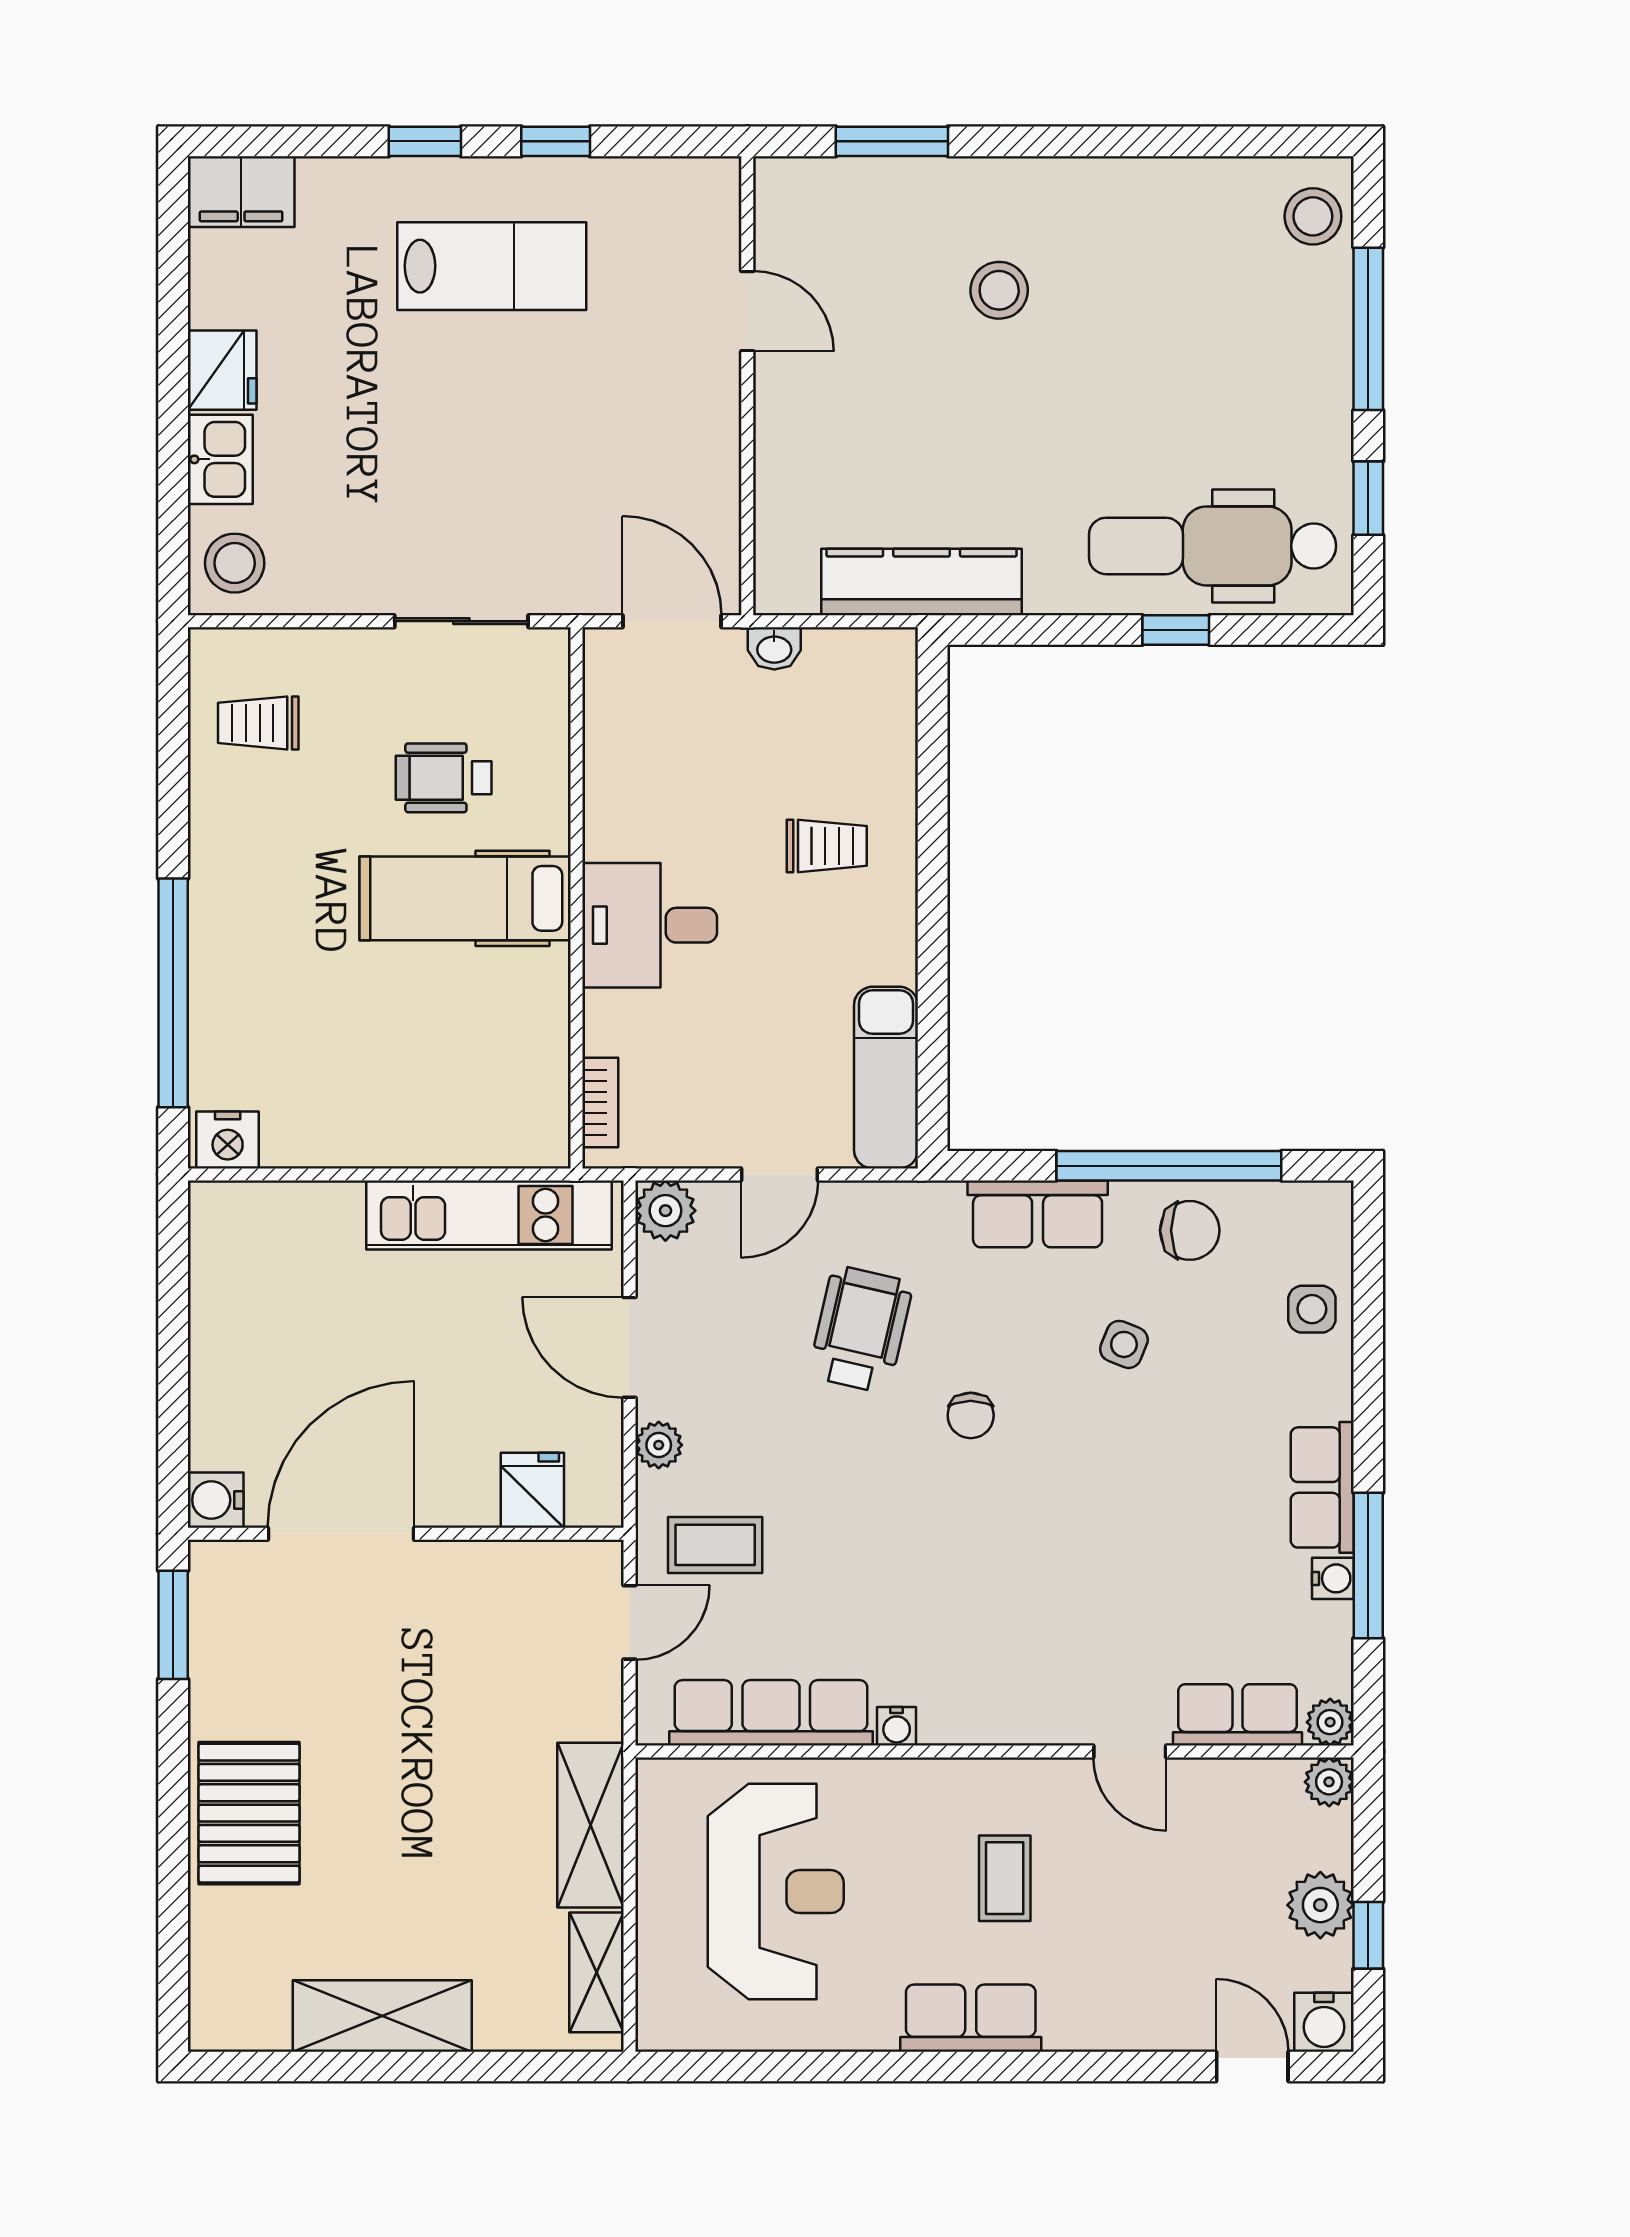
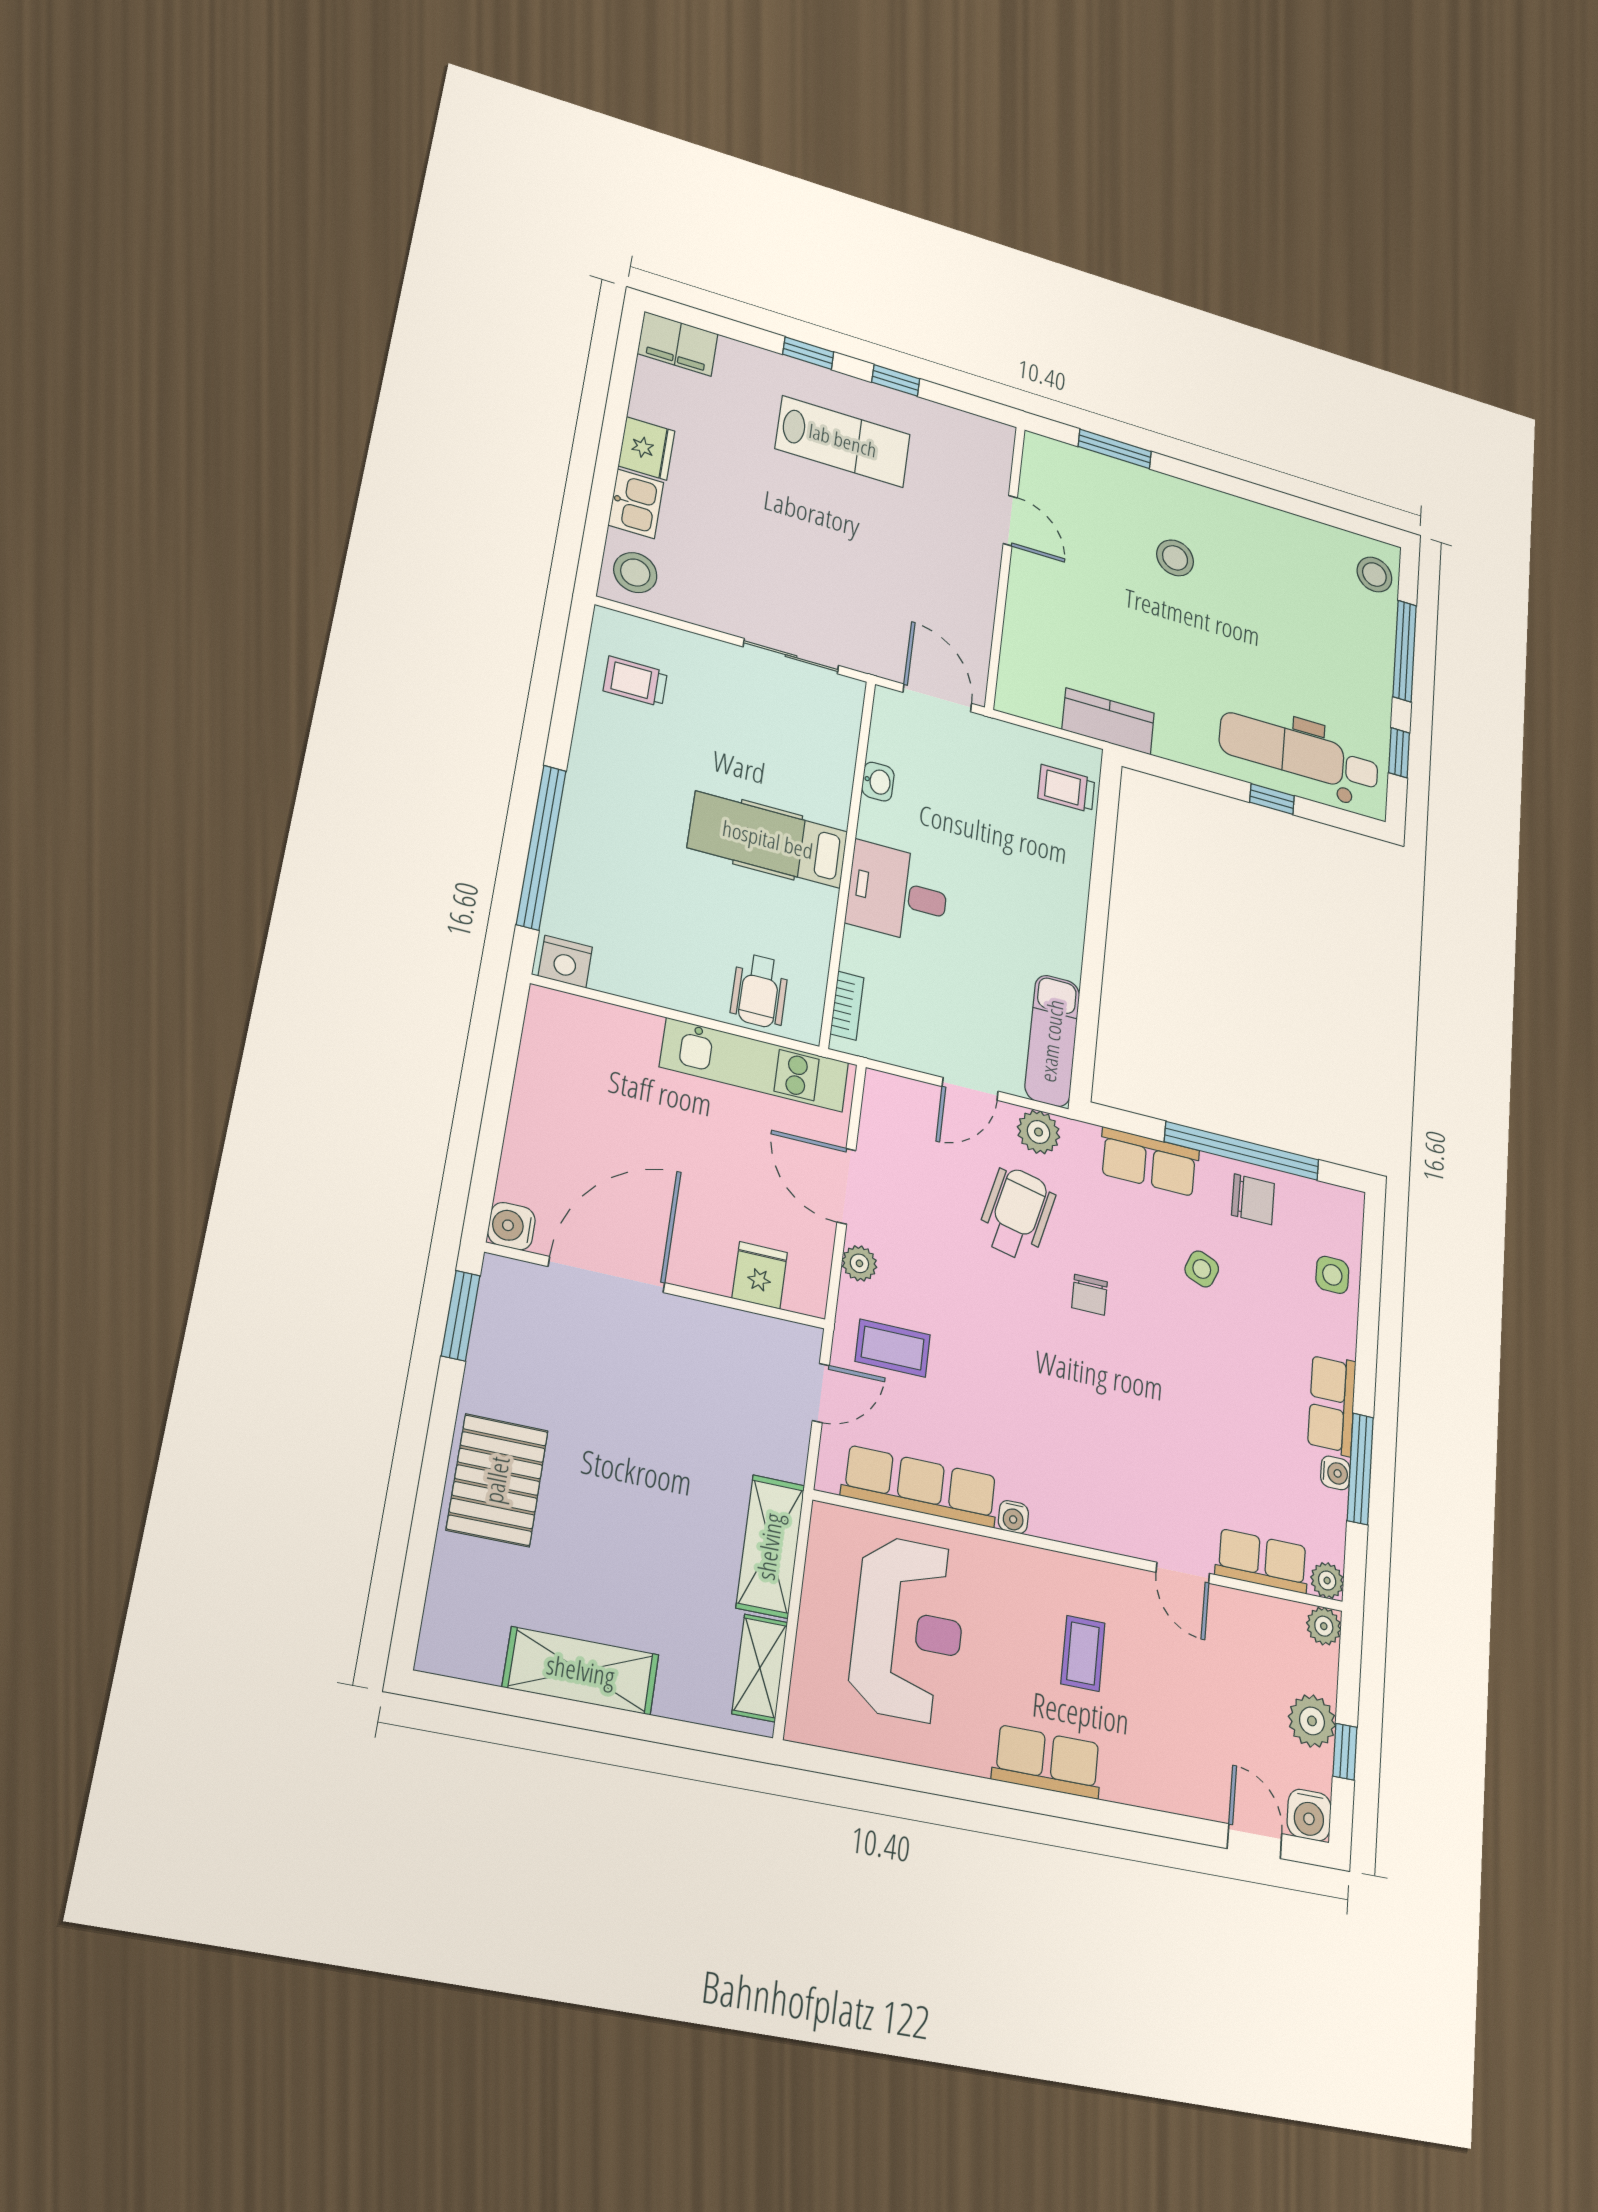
kitchen counter: (922, 582) -> (1108, 721), width x0.67
washbasin: (774, 648) -> (878, 782), moved, turned -90
wheelchair: (444, 778) -> (759, 991), moved, turned -90
trolley: (827, 846) -> (1066, 789), moved, turned 180
plant: (665, 1211) -> (1039, 1132), moved

